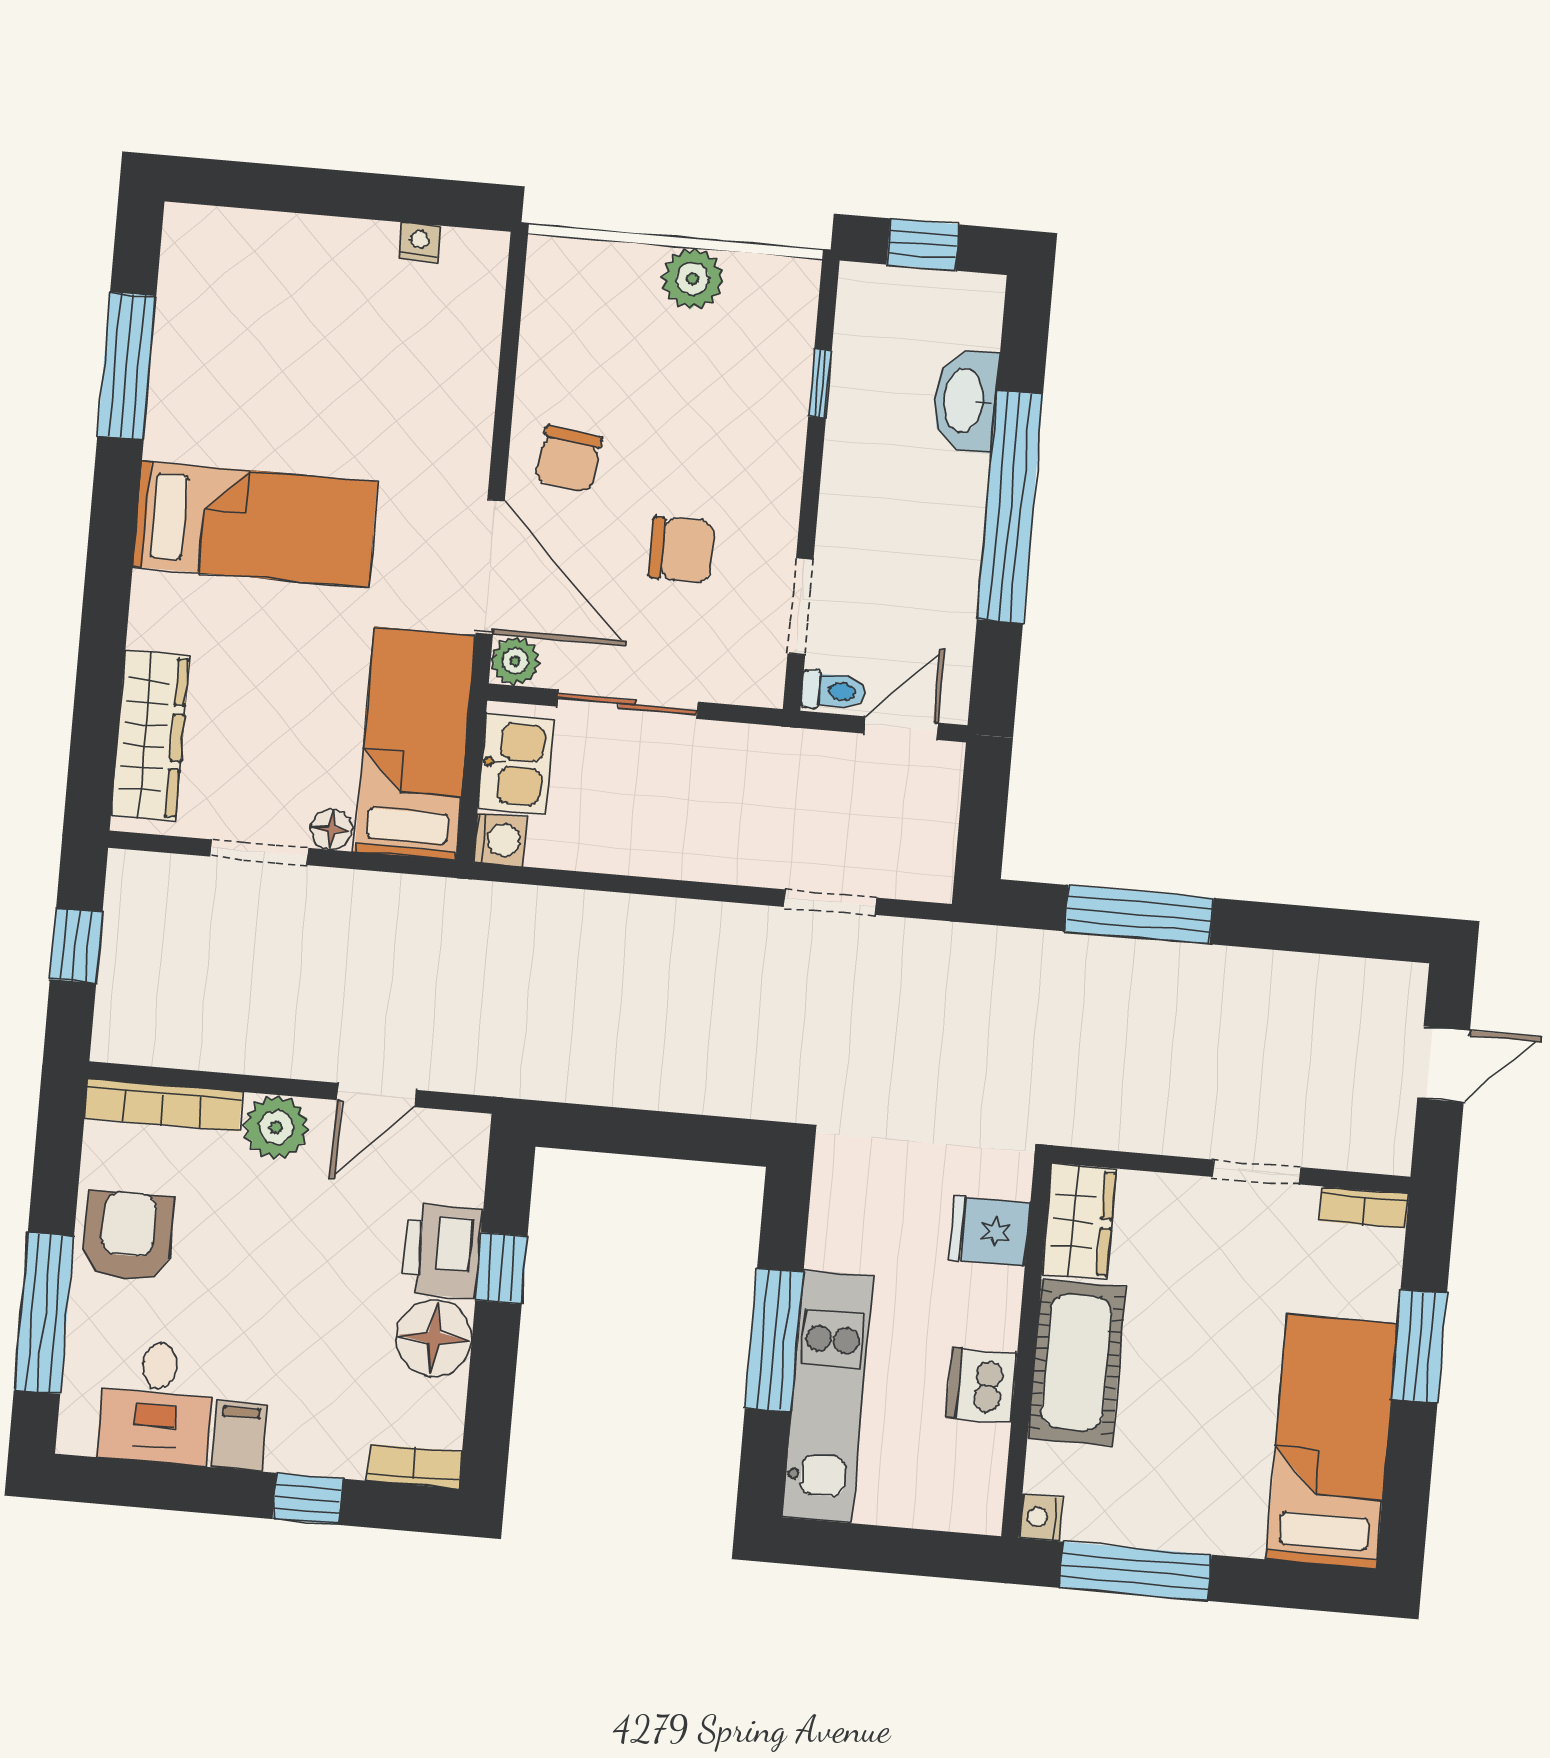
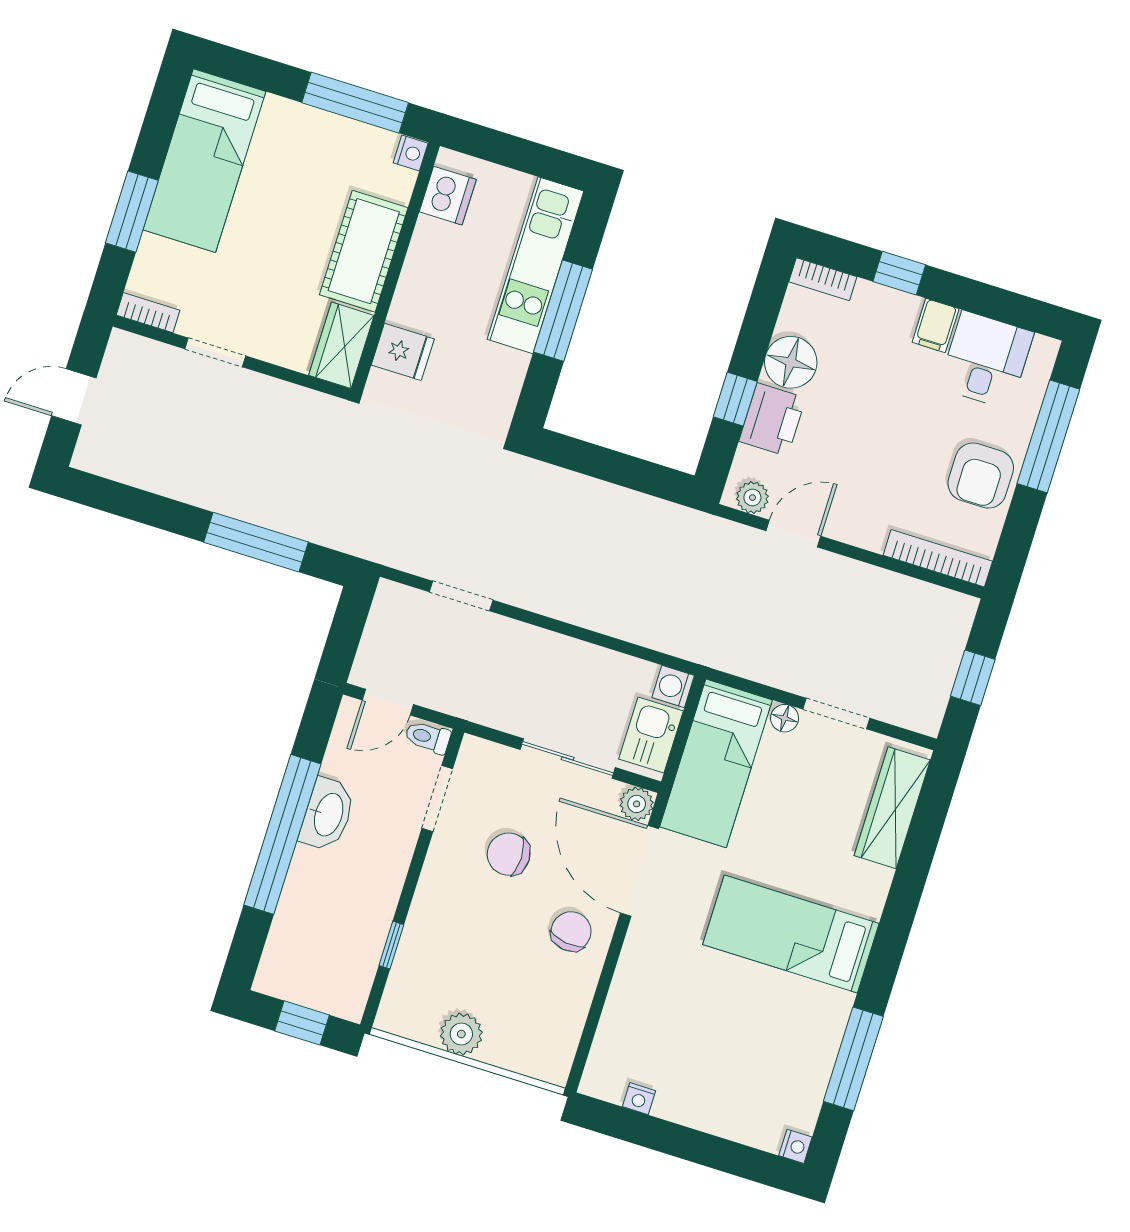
nightstand: (182, 223) -> (795, 1146), added
washbasin: (965, 401) -> (327, 814), moved
plant: (276, 1128) -> (752, 497), moved, width x0.73, depth x0.73
dishwasher: (982, 1386) -> (448, 196), moved

